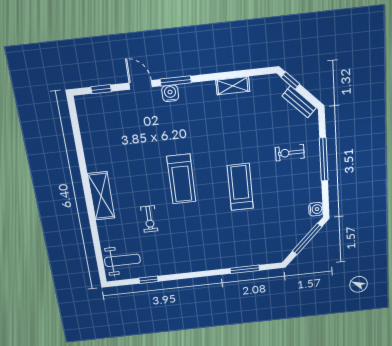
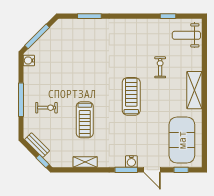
exercise mat: (107, 130) -> (182, 140), added
treadmill: (240, 187) -> (85, 120), moved

